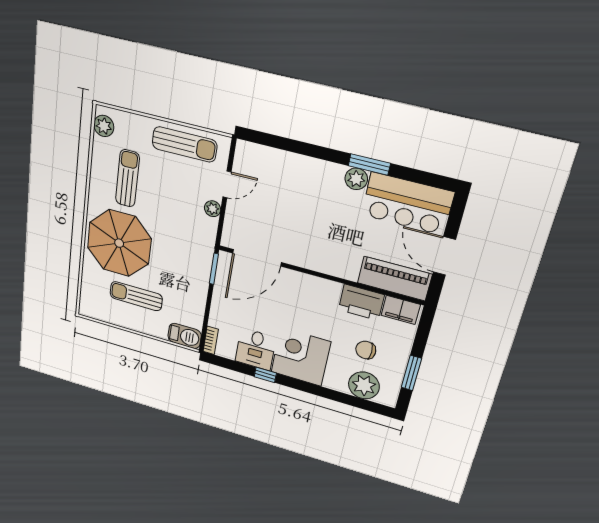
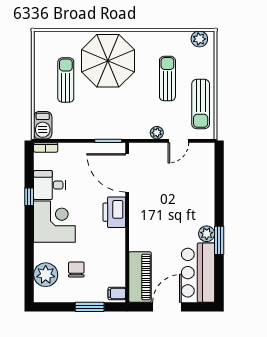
sun lounger: (127, 178) -> (167, 79), moved, turned -90
door: (227, 184) -> (178, 141), hinge flipped
printer: (361, 302) -> (114, 212), moved
filing cabinet: (401, 310) -> (117, 293), width x0.50
window: (411, 373) -> (90, 307), moved

